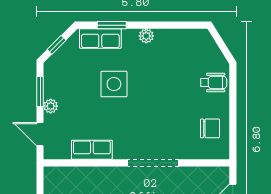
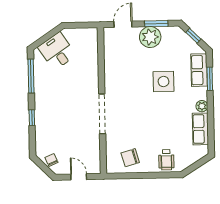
plant: (51, 106) -> (150, 37), width x1.87, depth x1.87
chair: (210, 128) -> (130, 158), turned 74
row of seats: (92, 150) -> (200, 129), moved, turned 180

